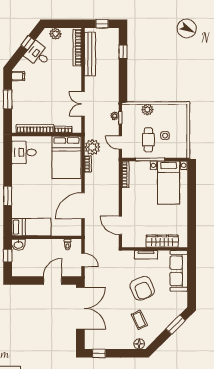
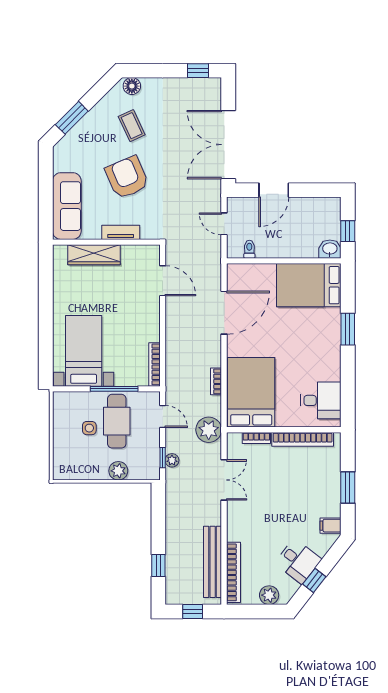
cafe table: (148, 140) -> (117, 421), width x1.37, depth x1.35
plant: (92, 147) -> (209, 430), moved
bed: (31, 227) -> (309, 285), width x1.50

